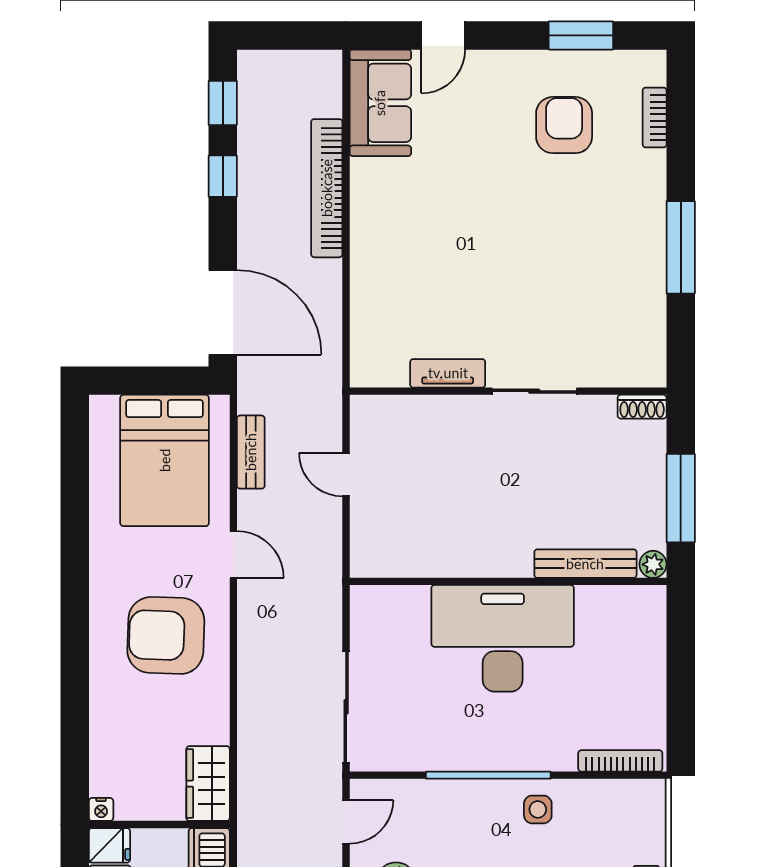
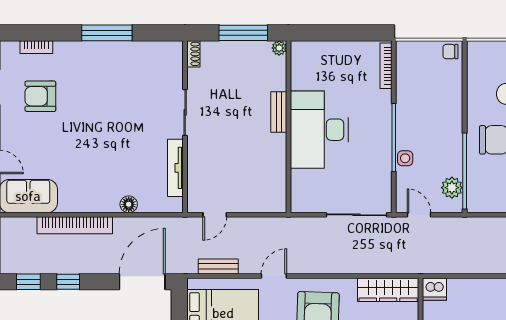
floor lamp: (365, 287) -> (129, 204), added
tv unit: (448, 373) -> (175, 168), width x1.41
door: (346, 475) -> (215, 215), moved
bench: (585, 564) -> (279, 112), moved, width x0.73
wardrobe: (208, 784) -> (388, 290), width x1.50
side table: (538, 809) -> (405, 158), moved

